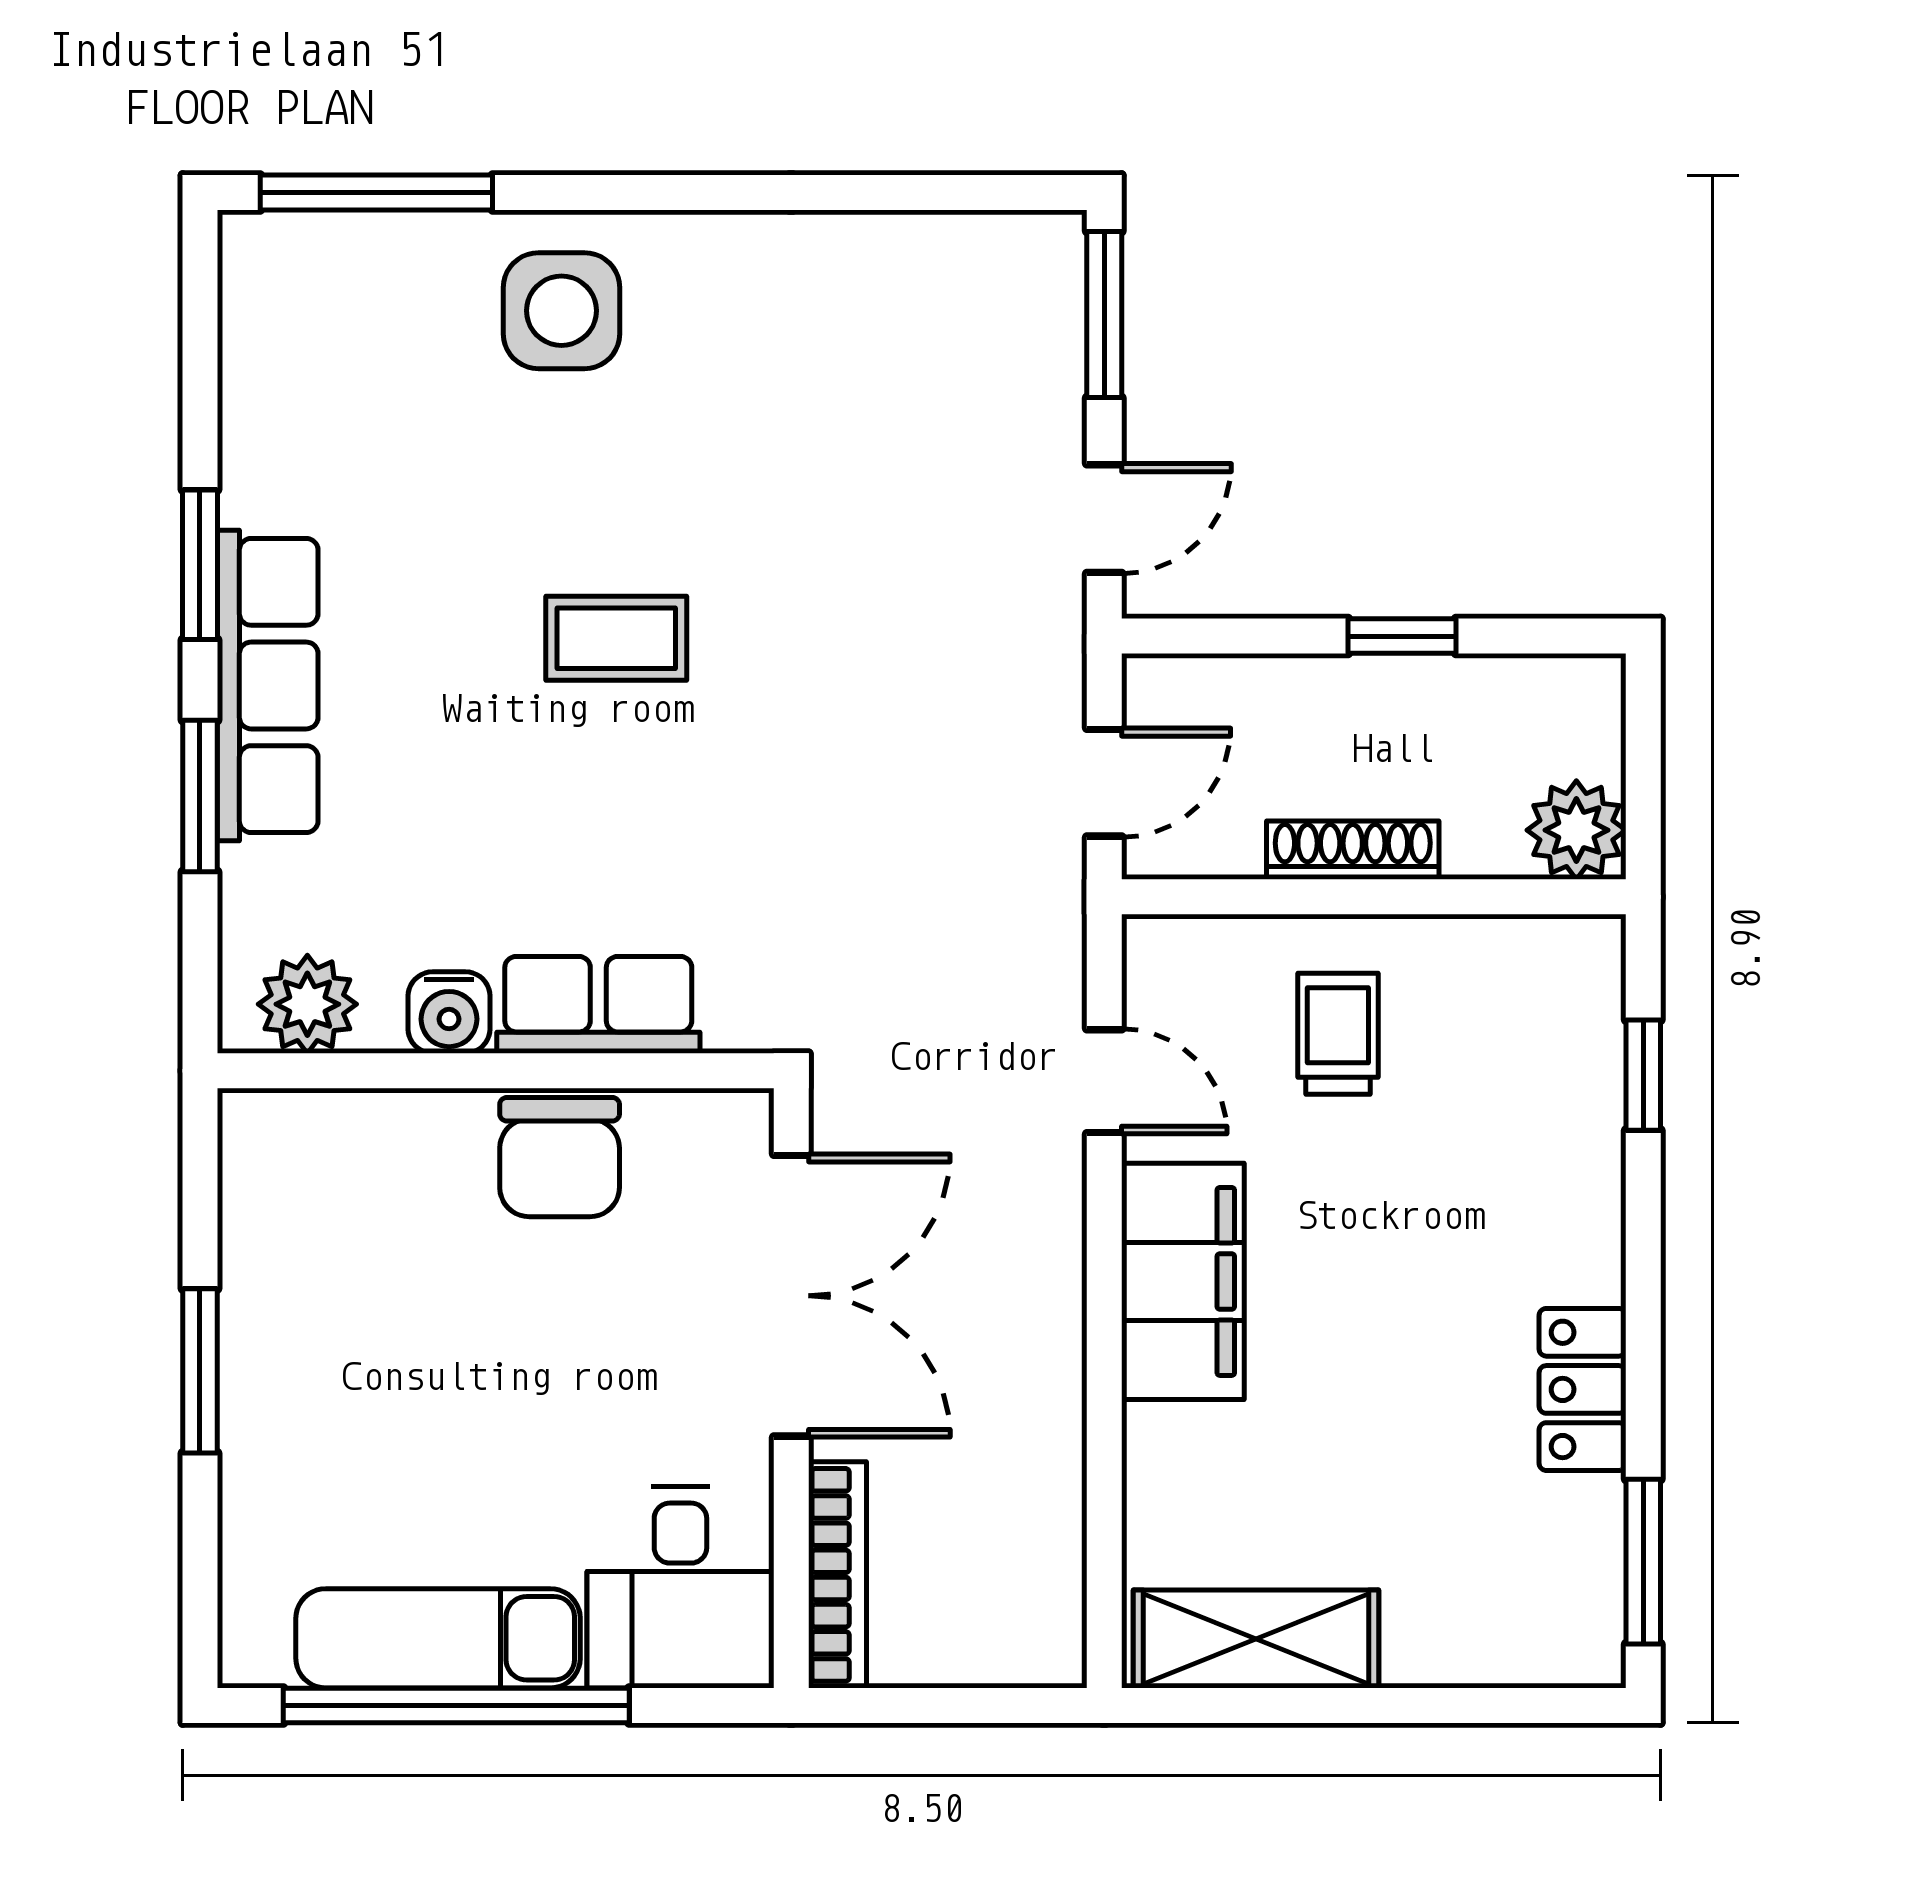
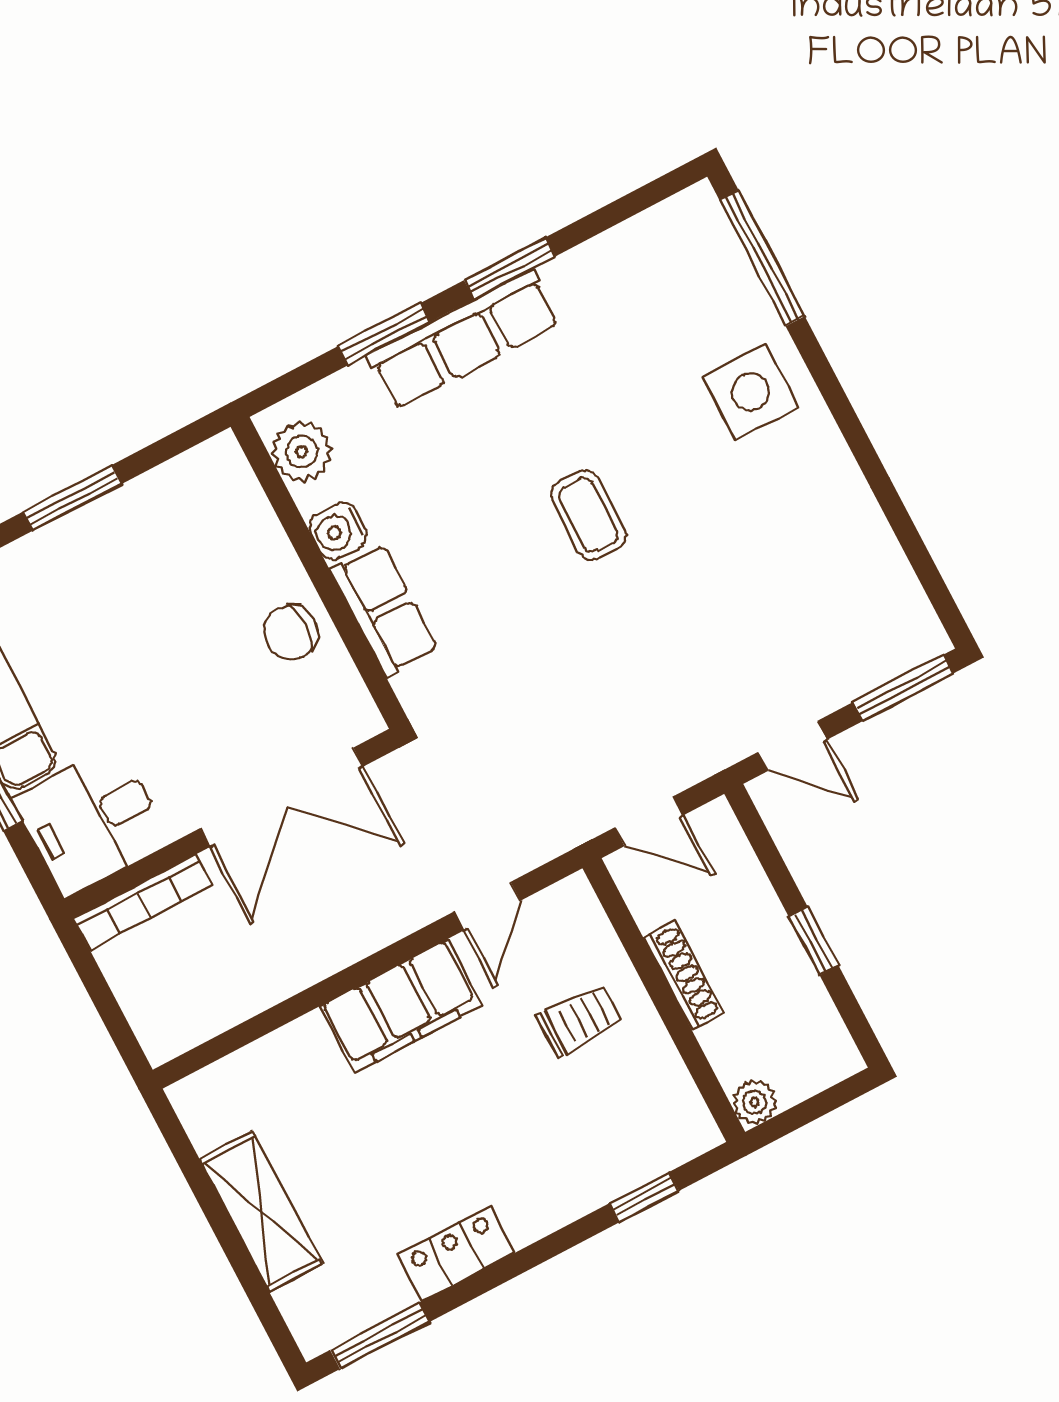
plant: (1576, 830) -> (755, 1102), width x0.73, depth x0.73
chair: (560, 1157) -> (291, 632), width x0.73, depth x0.73
shelving: (1256, 1639) -> (261, 1211), moved

